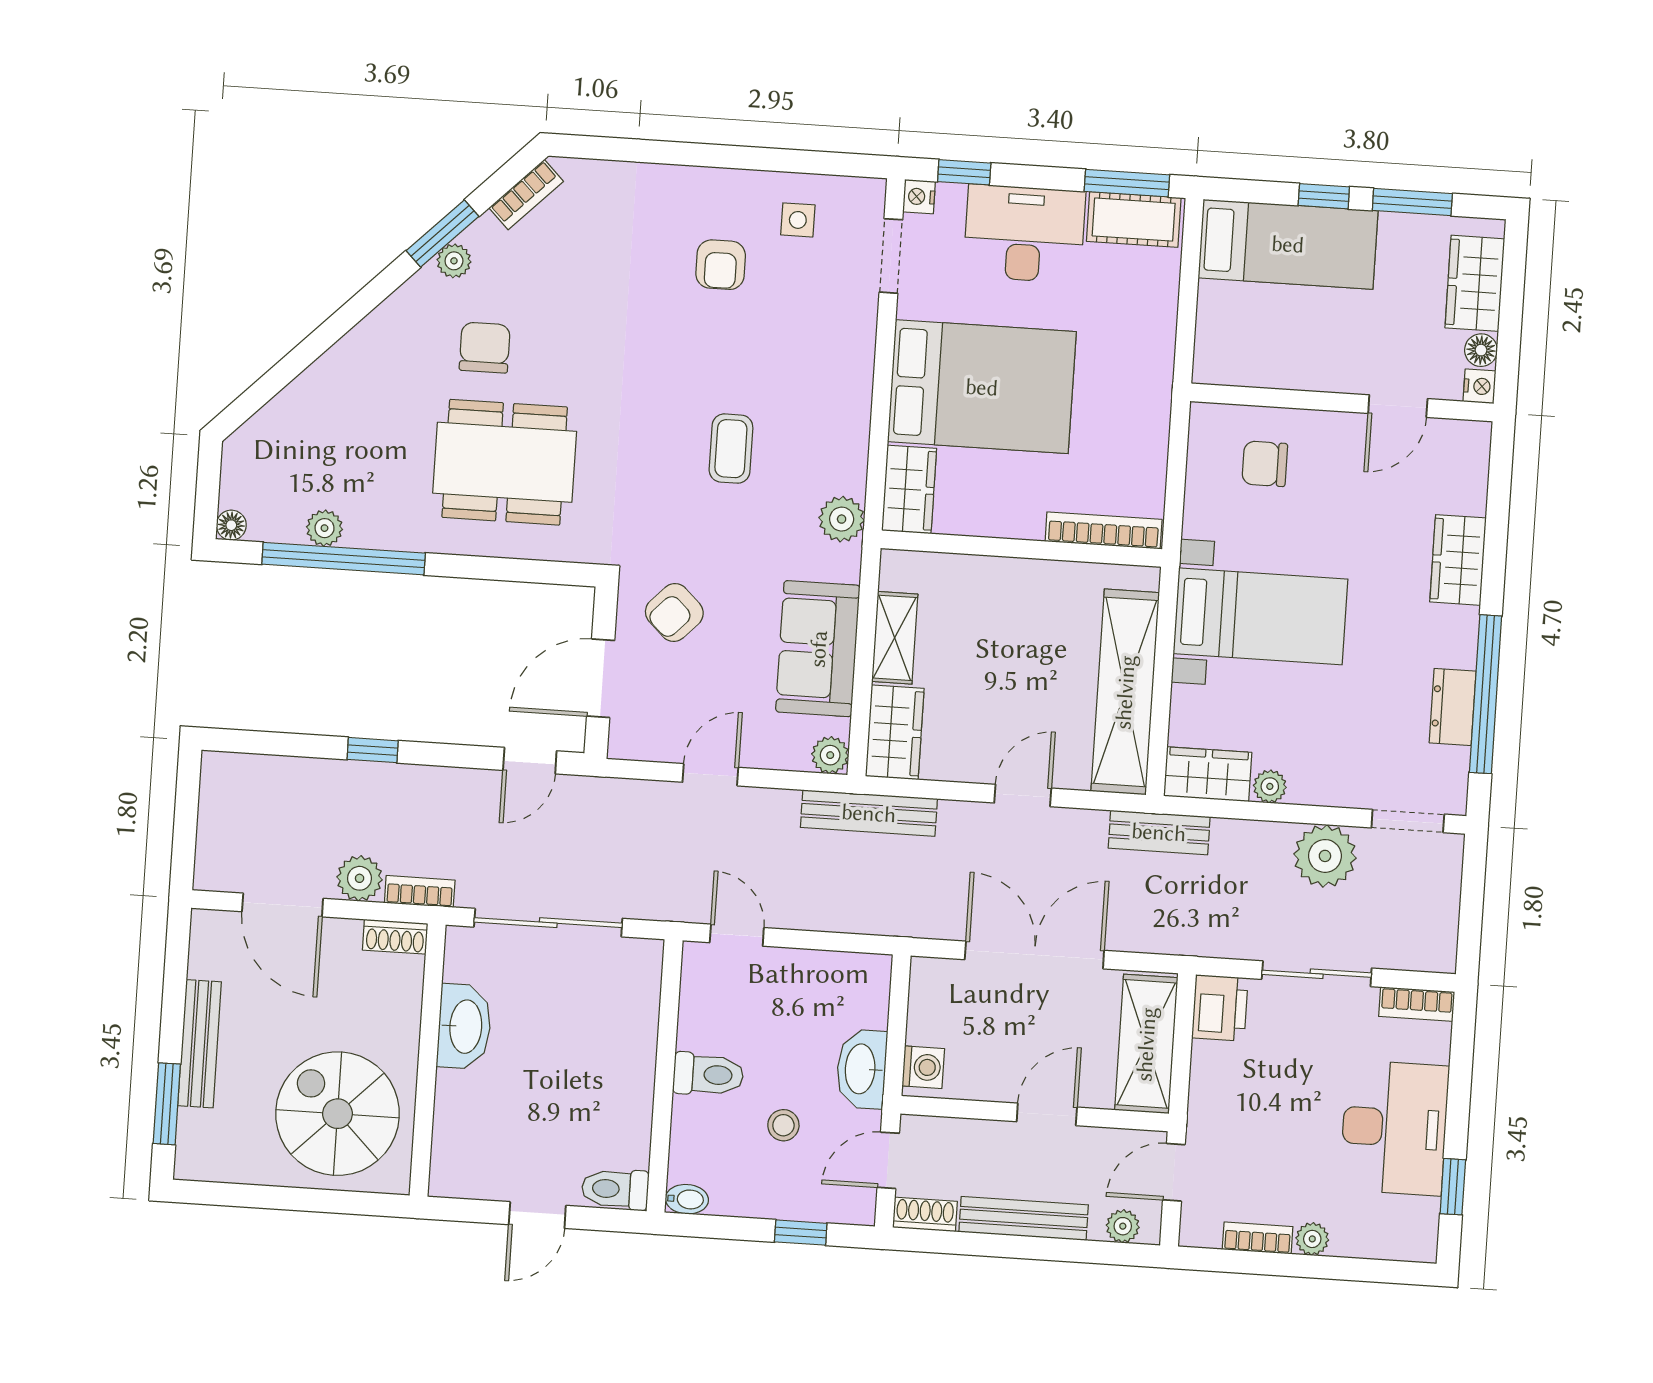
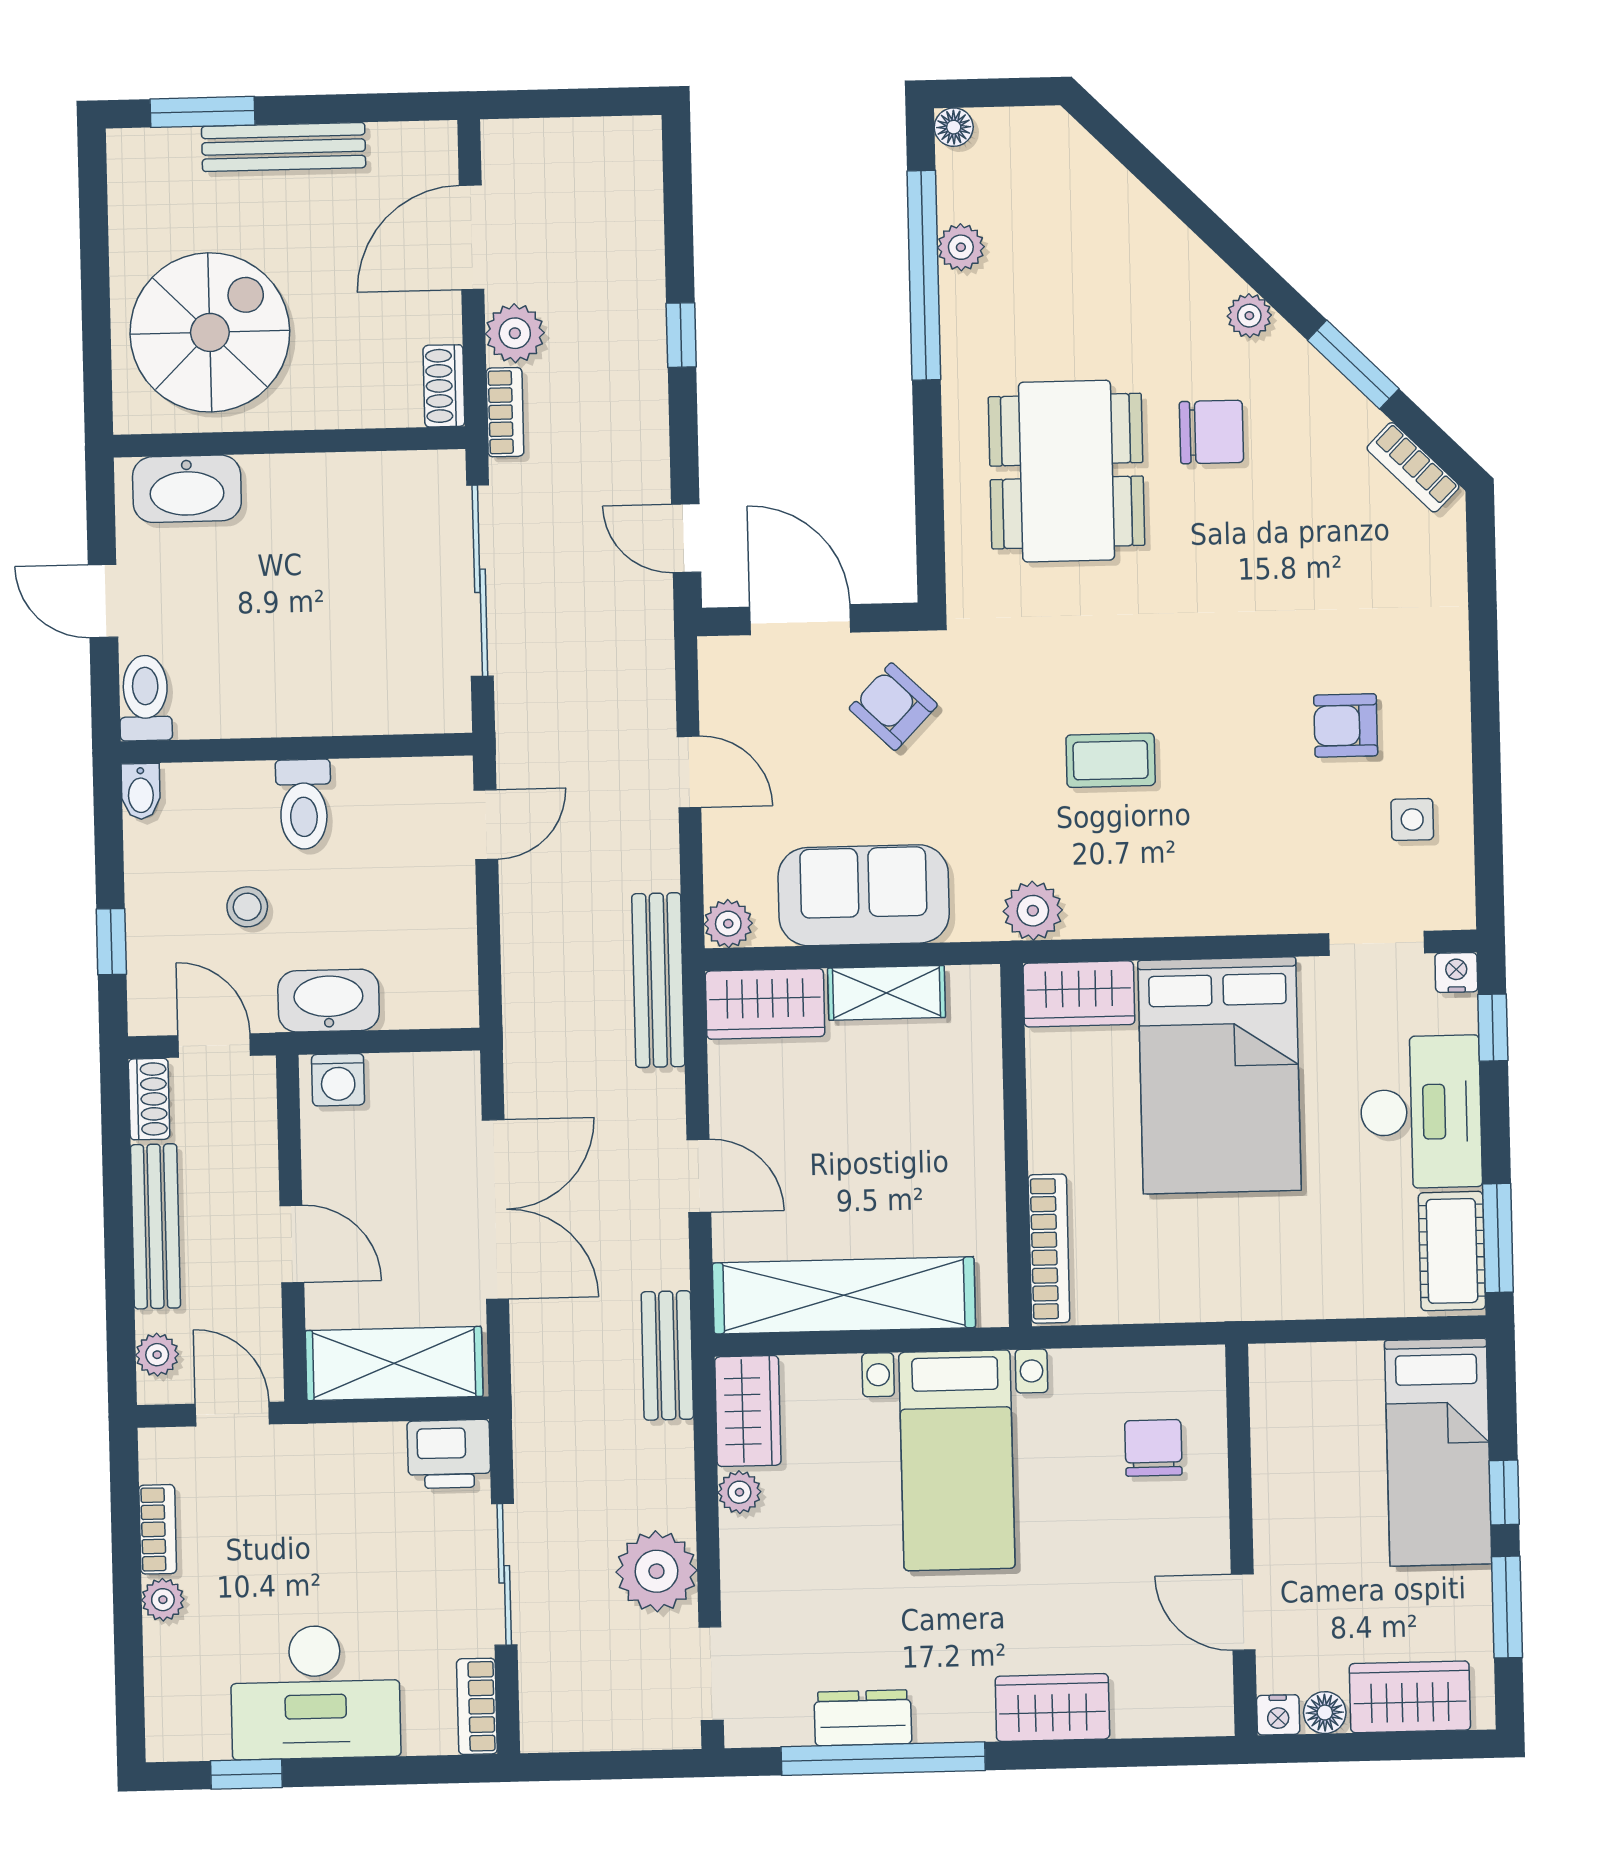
plant: (454, 261) -> (1249, 316), moved
washbasin: (464, 1027) -> (187, 489), moved

